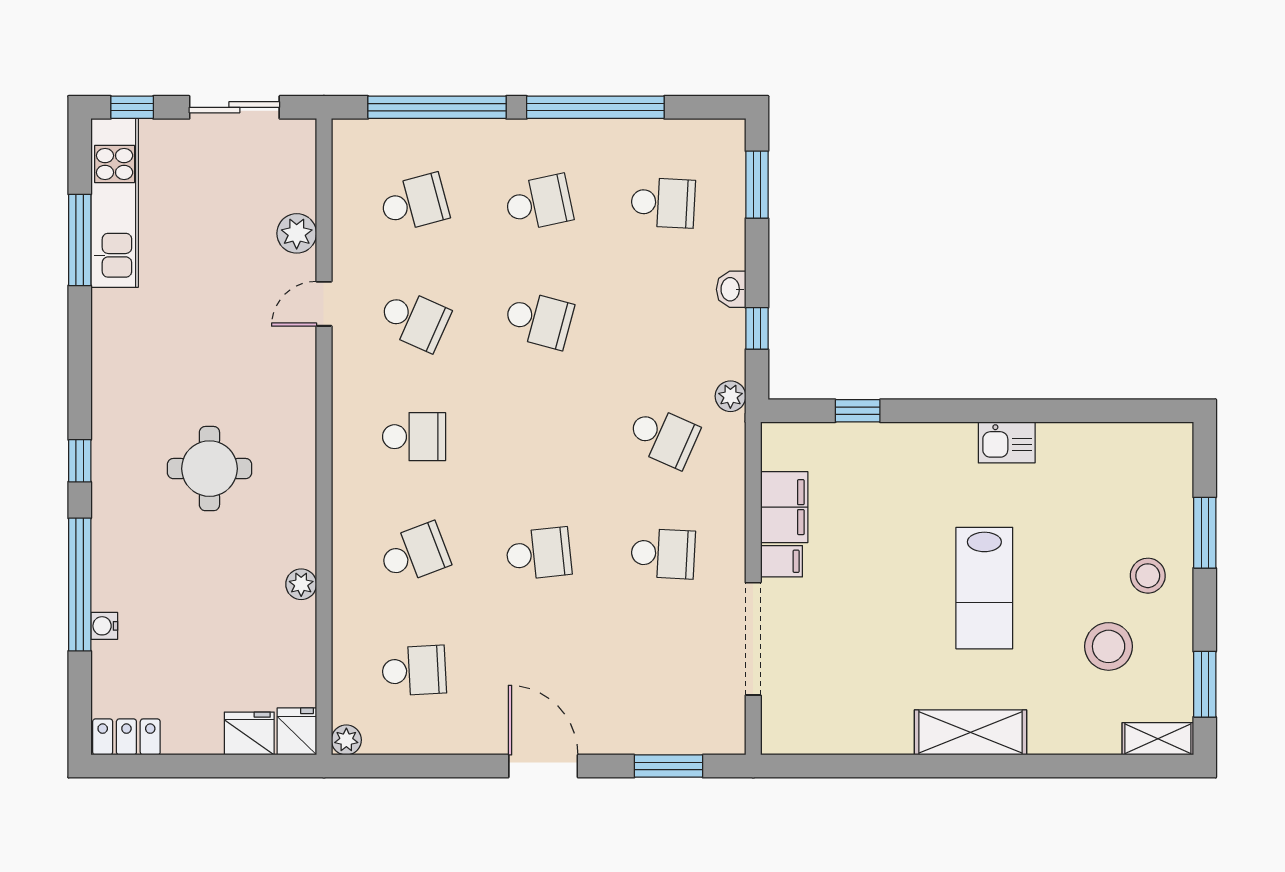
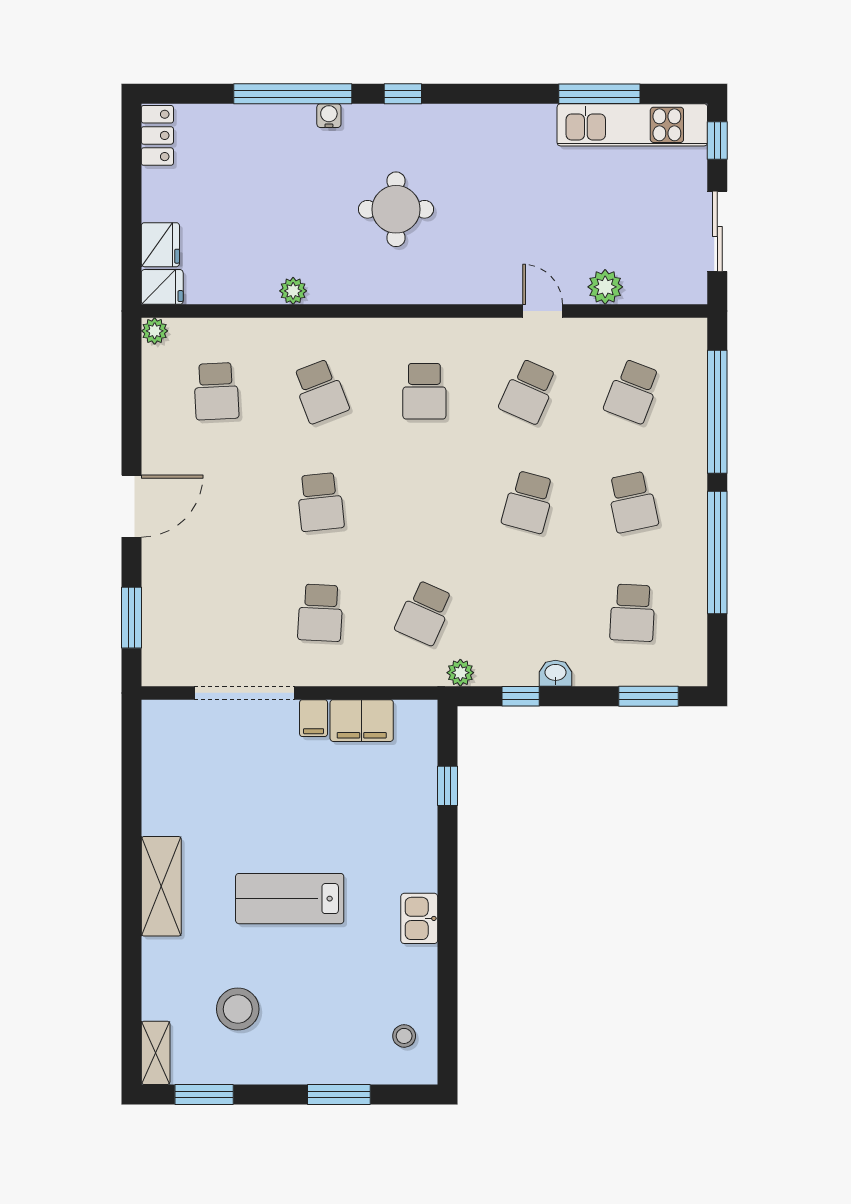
school desk: (414, 203) -> (632, 391), turned 36
stool: (1148, 576) -> (404, 1036), moved, width x0.73, depth x0.73
water cooler: (104, 626) -> (329, 116), moved

